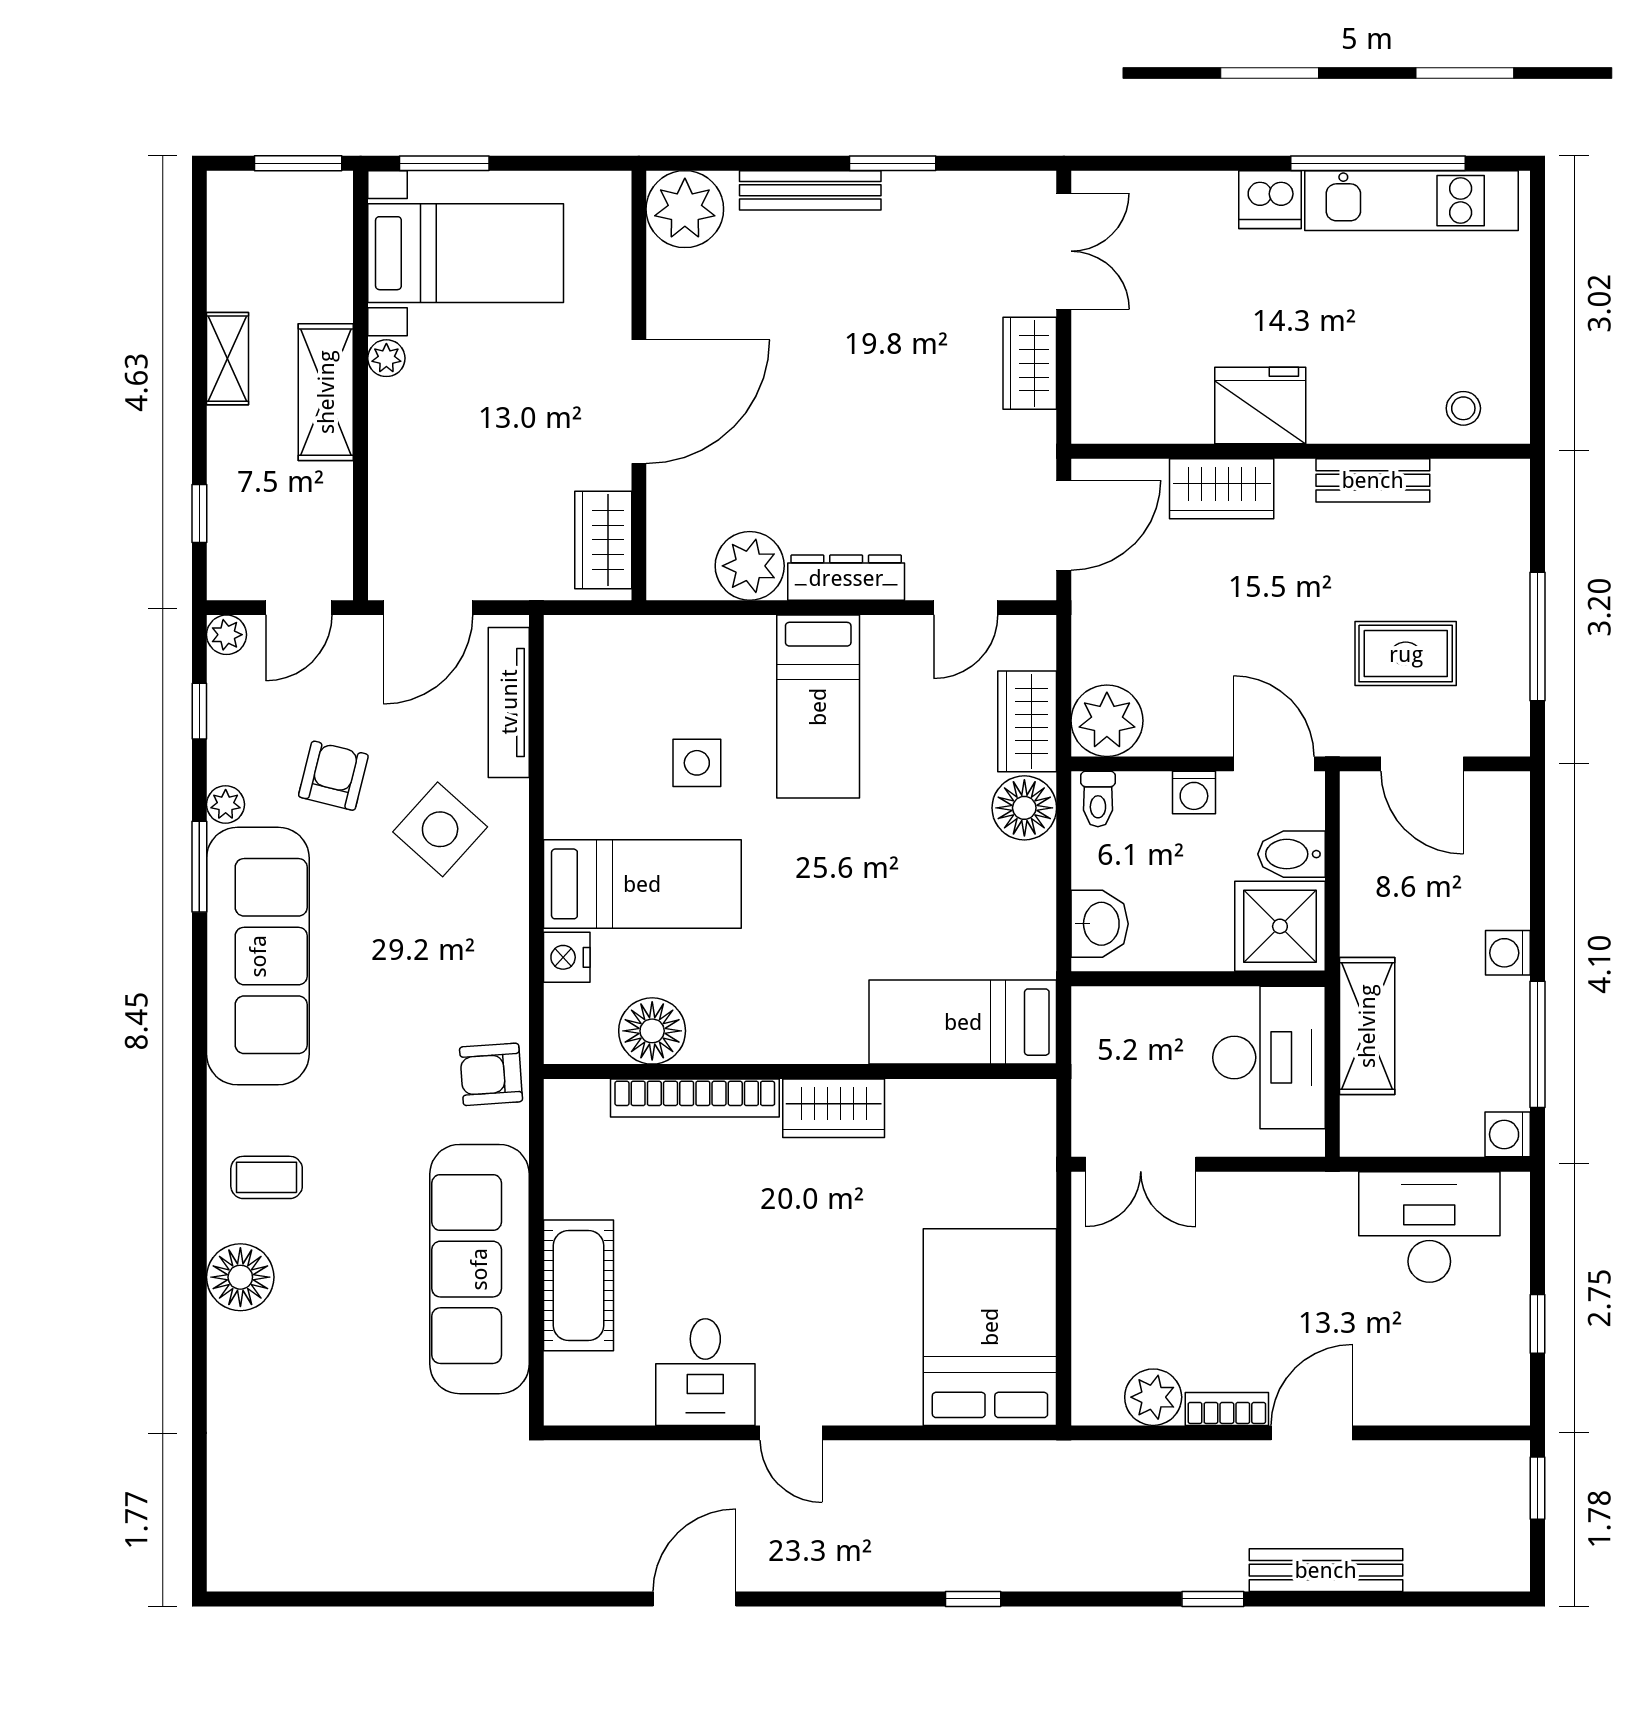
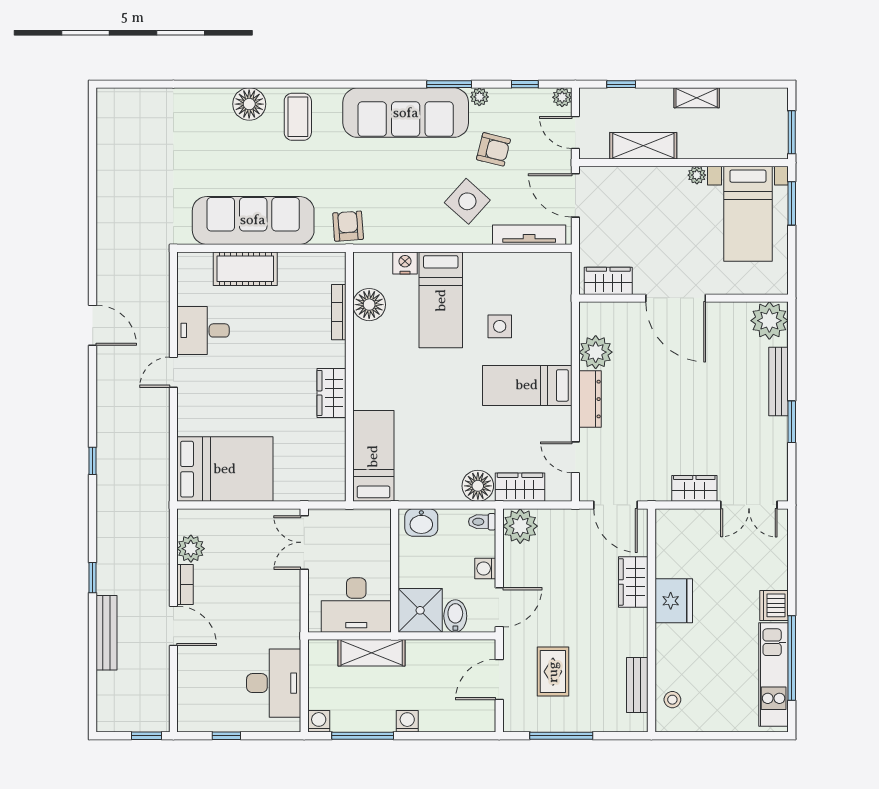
shelving: (326, 392) -> (643, 146), moved
bench: (1373, 480) -> (637, 685), moved
bookcase: (695, 1098) -> (339, 312), width x0.68, depth x0.76
coffee table: (267, 1177) -> (298, 117), width x1.36, depth x1.30

